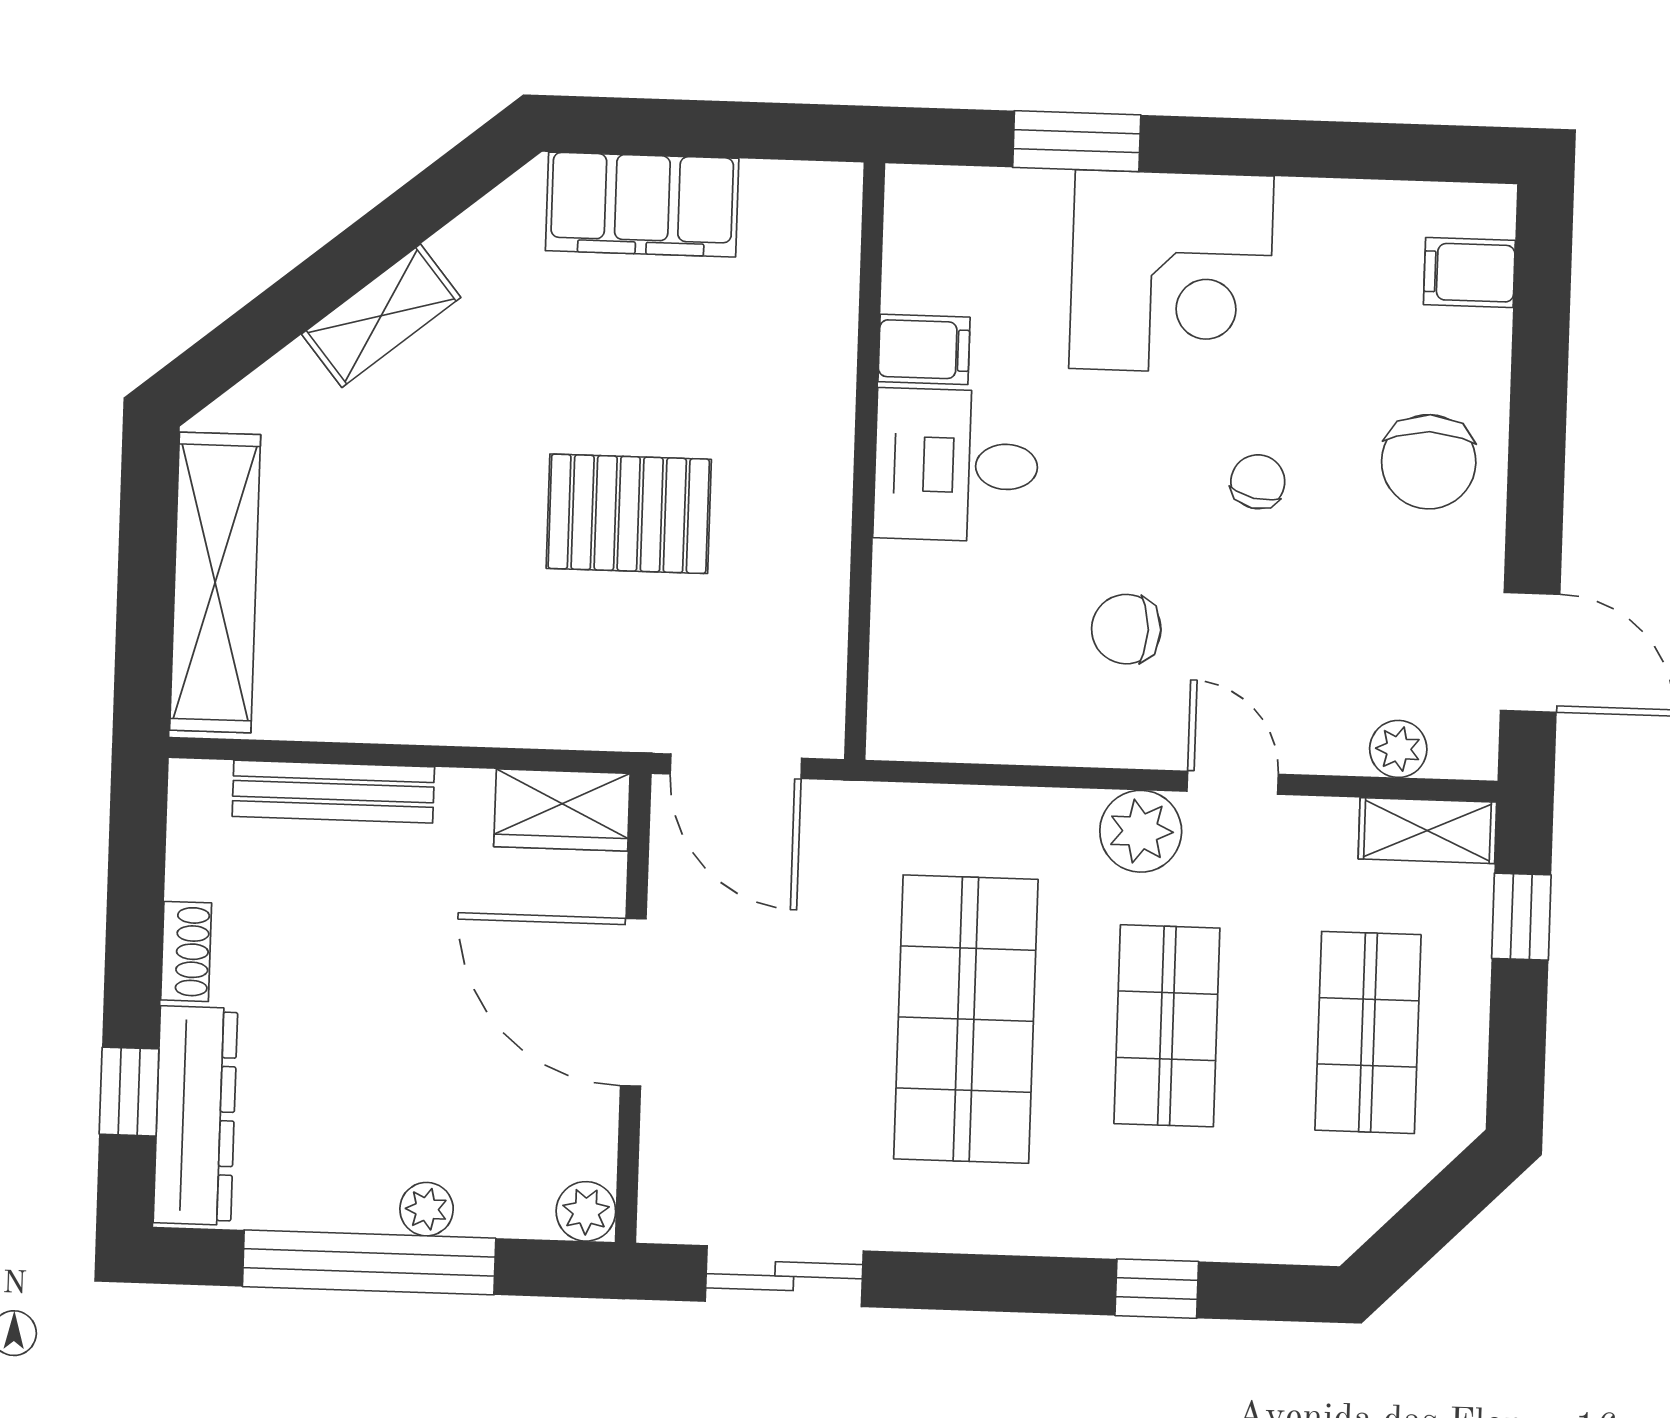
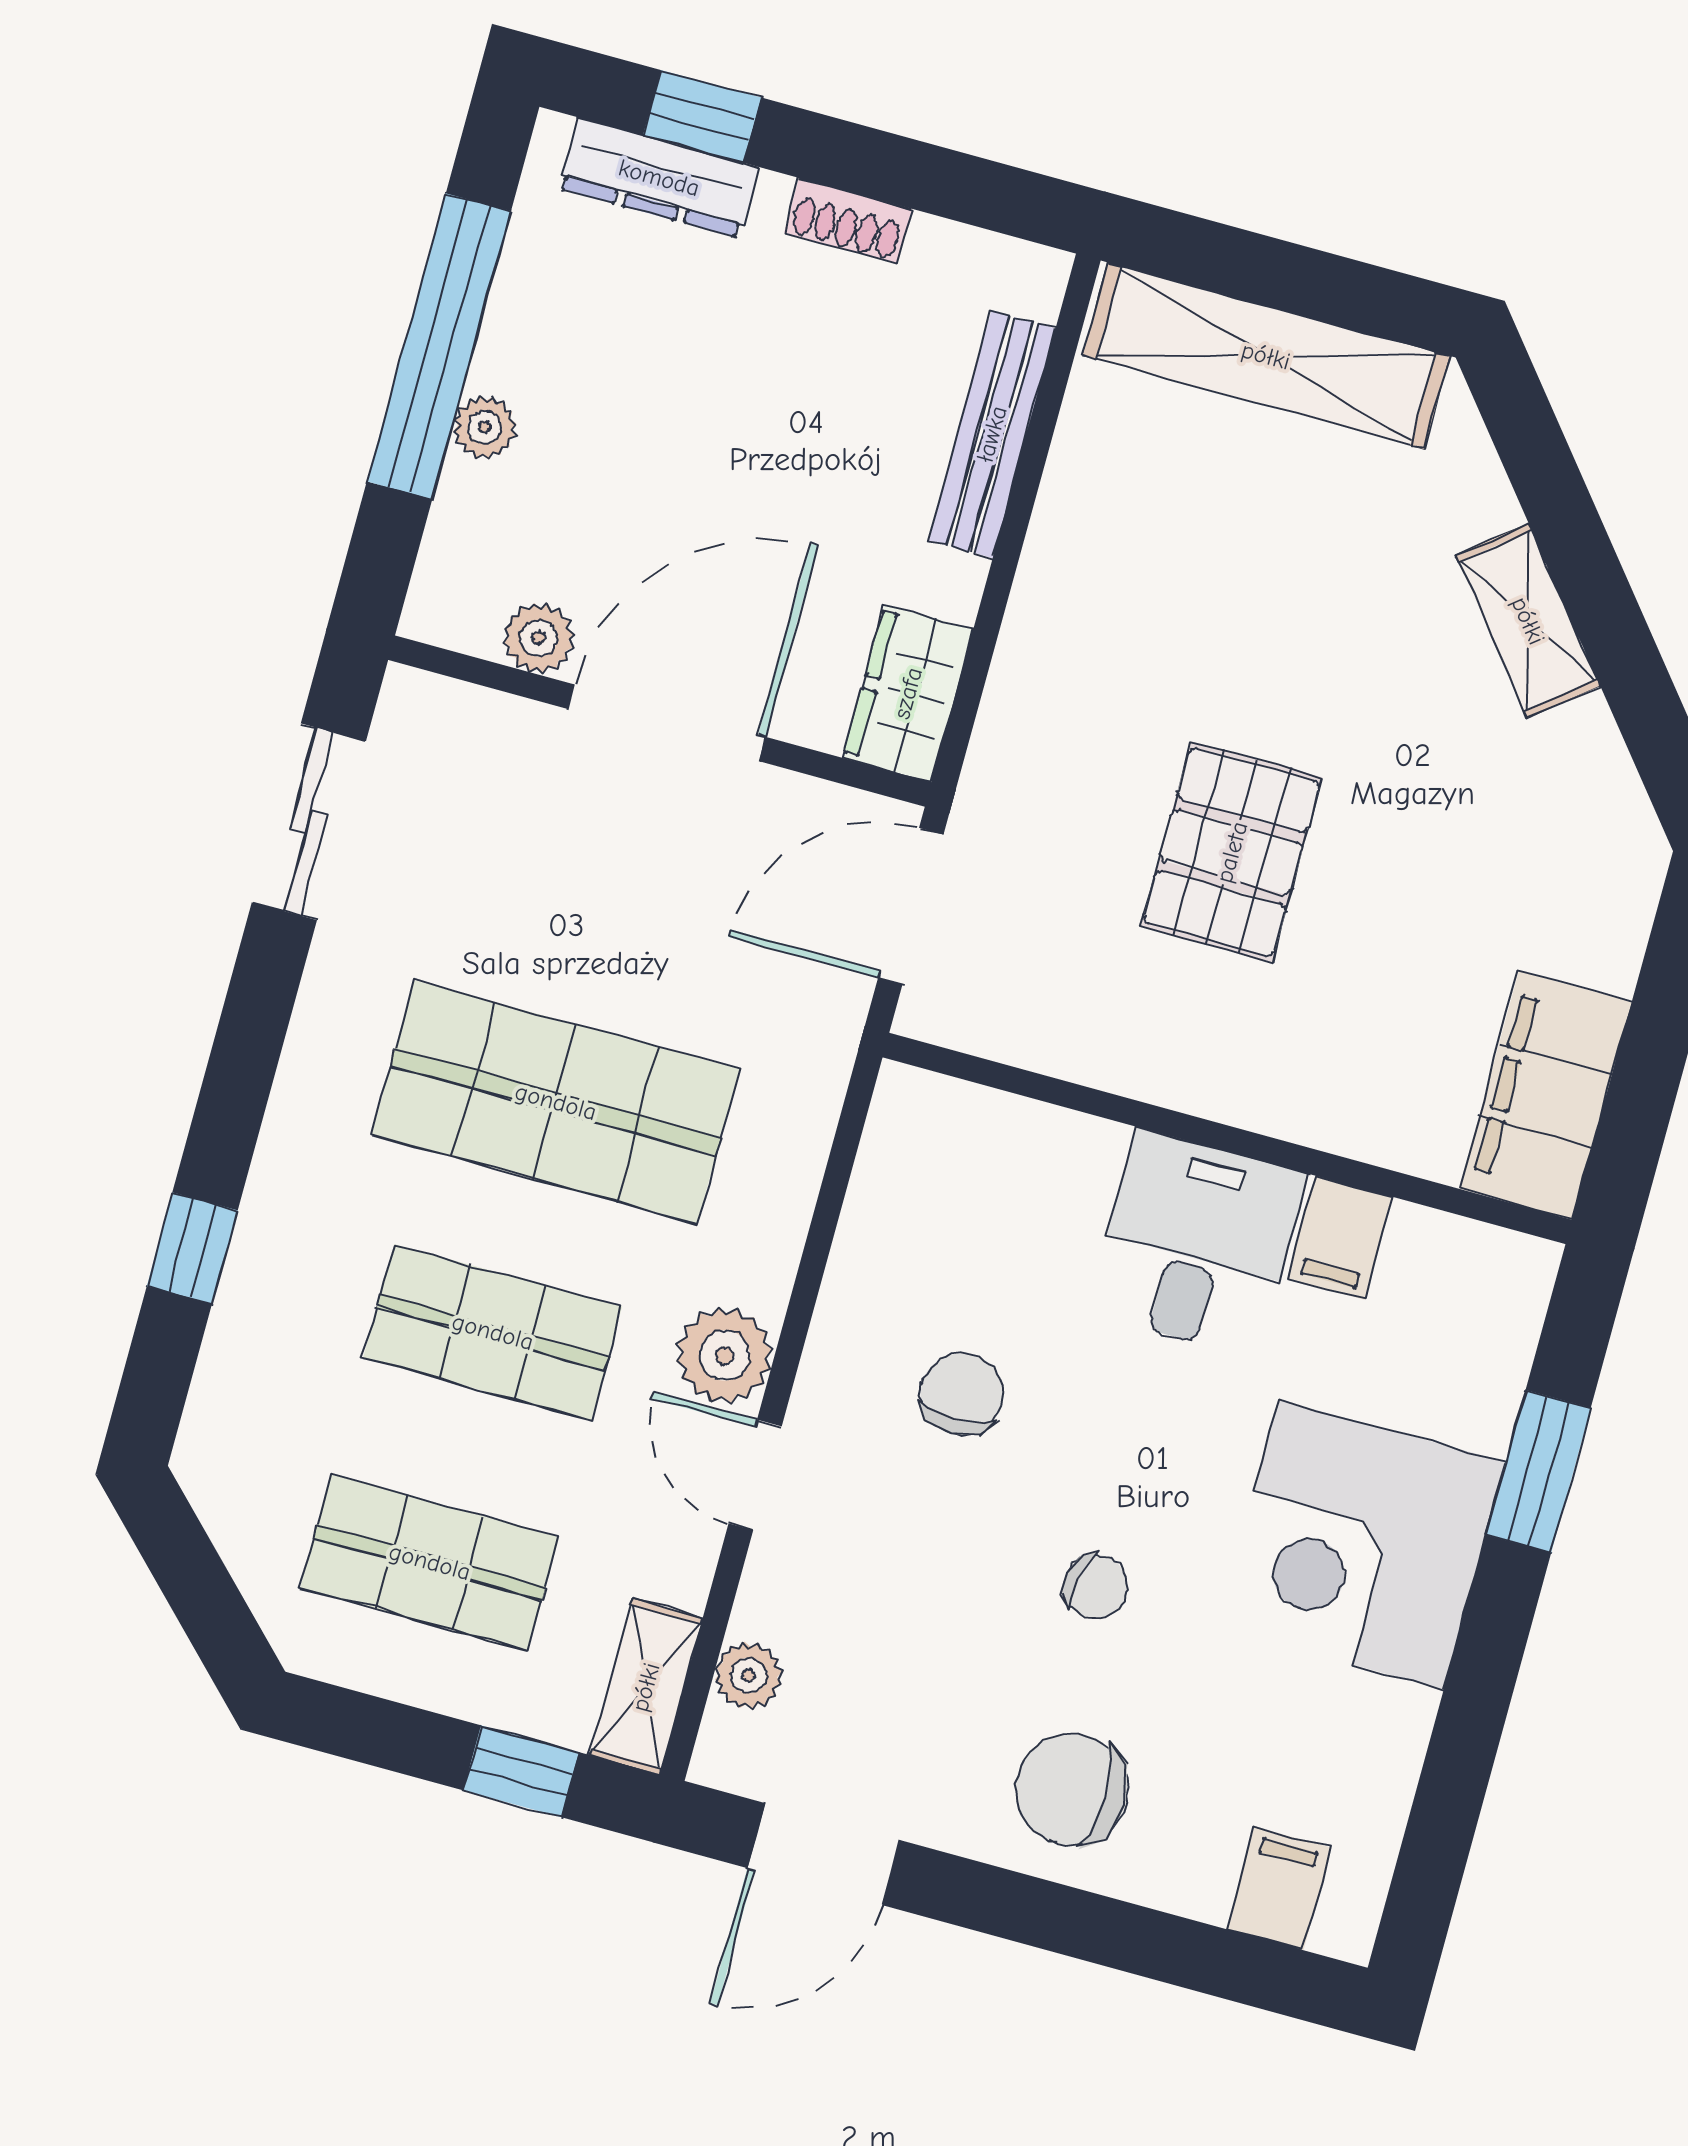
filing cabinet: (642, 205) -> (1546, 1095), moved
door: (1233, 783) -> (755, 1475), swing flipped
dresser: (195, 1115) -> (659, 178), width x0.73, depth x0.80
plant: (586, 1211) -> (539, 638), moved

